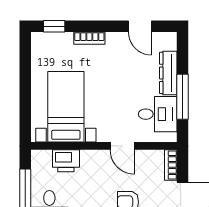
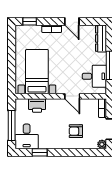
door: (140, 26) -> (72, 21), moved
dresser: (168, 73) -> (101, 38), moved

